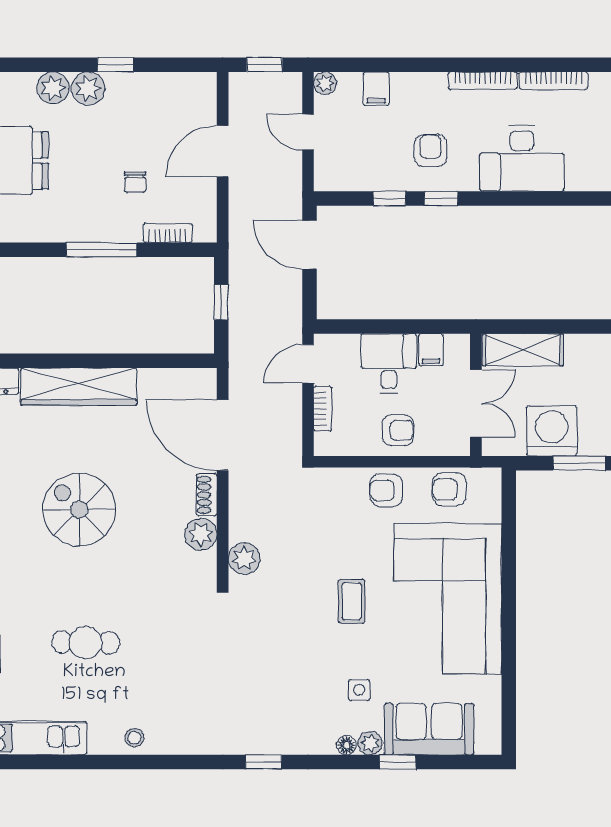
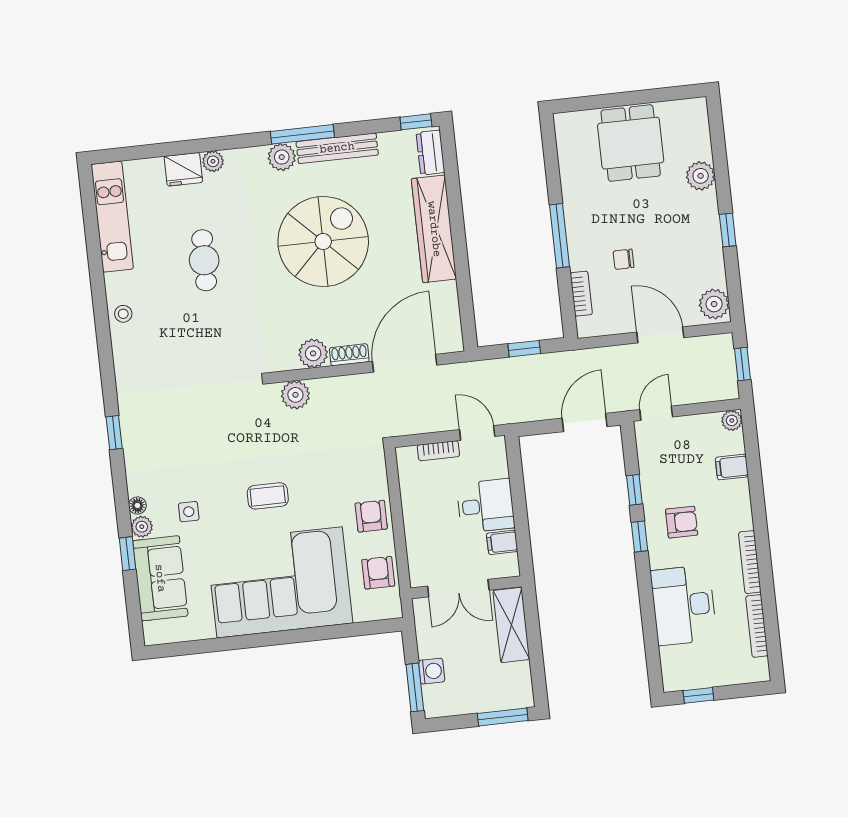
plant: (88, 89) -> (714, 304), moved
door: (308, 132) -> (656, 413), moved
armchair: (398, 430) -> (426, 521), removed
washing machine: (552, 431) -> (432, 671), width x0.53, depth x0.53
spiral stairs: (79, 510) -> (323, 241), width x1.37, depth x1.37

